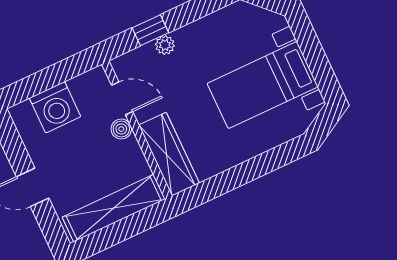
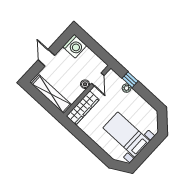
washing machine: (55, 107) -> (75, 46), moved, turned -90

